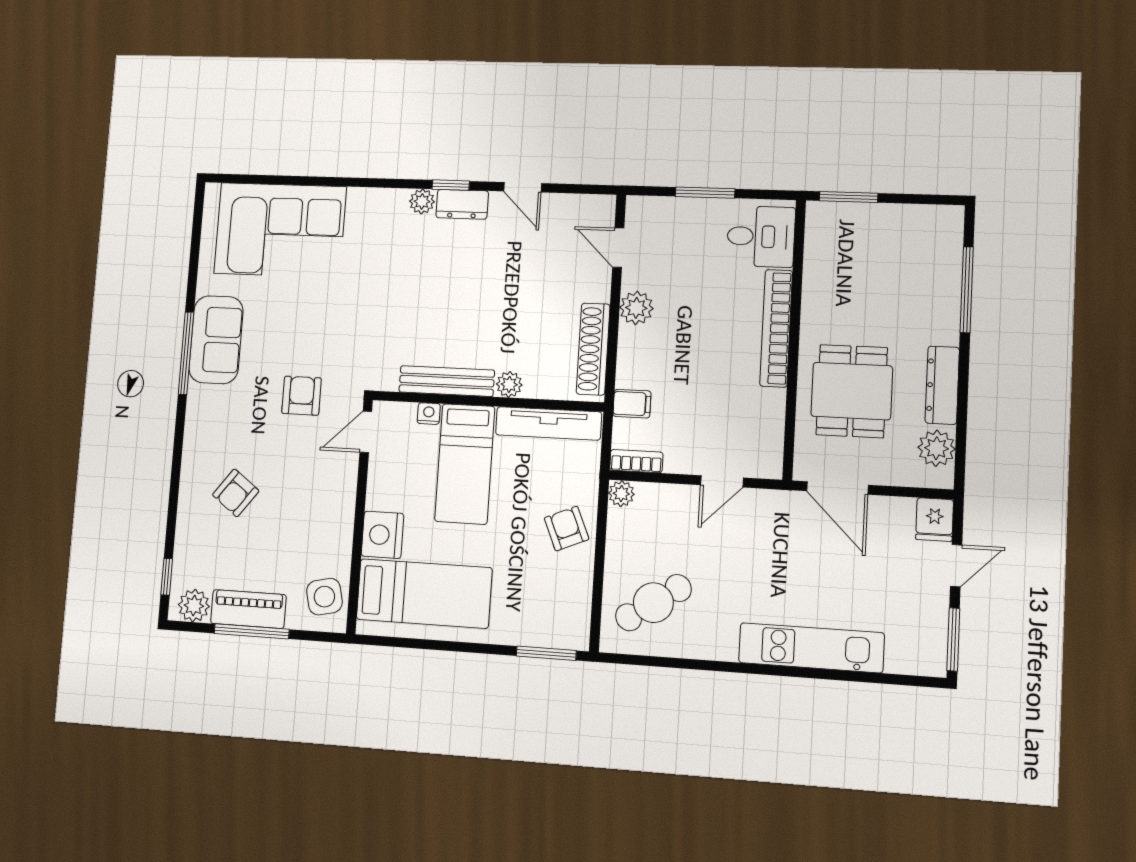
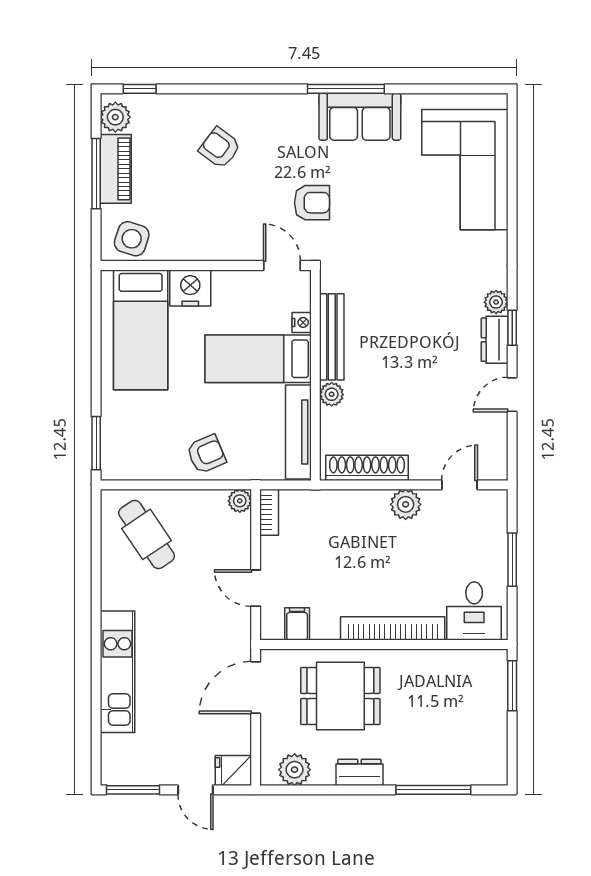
dresser: (942, 385) -> (359, 772), width x0.70
filing cabinet: (632, 404) -> (297, 624), moved, turned 180
side table: (324, 597) -> (132, 239), turned 31

